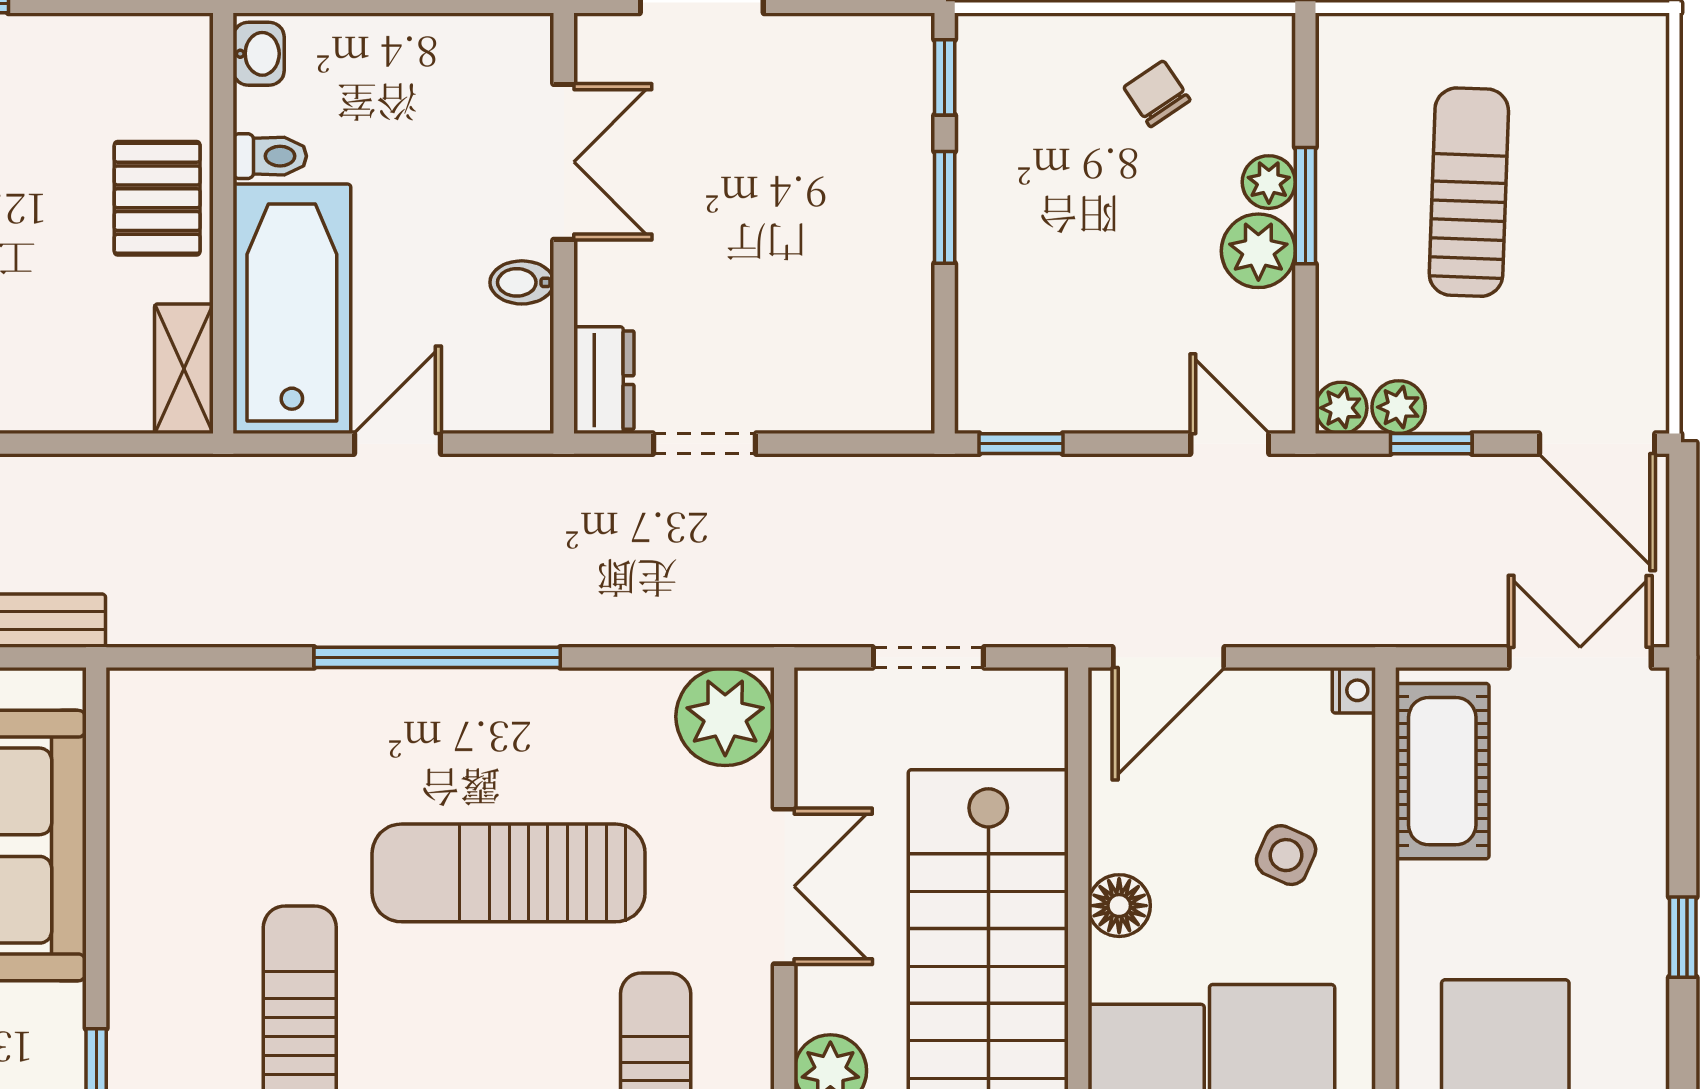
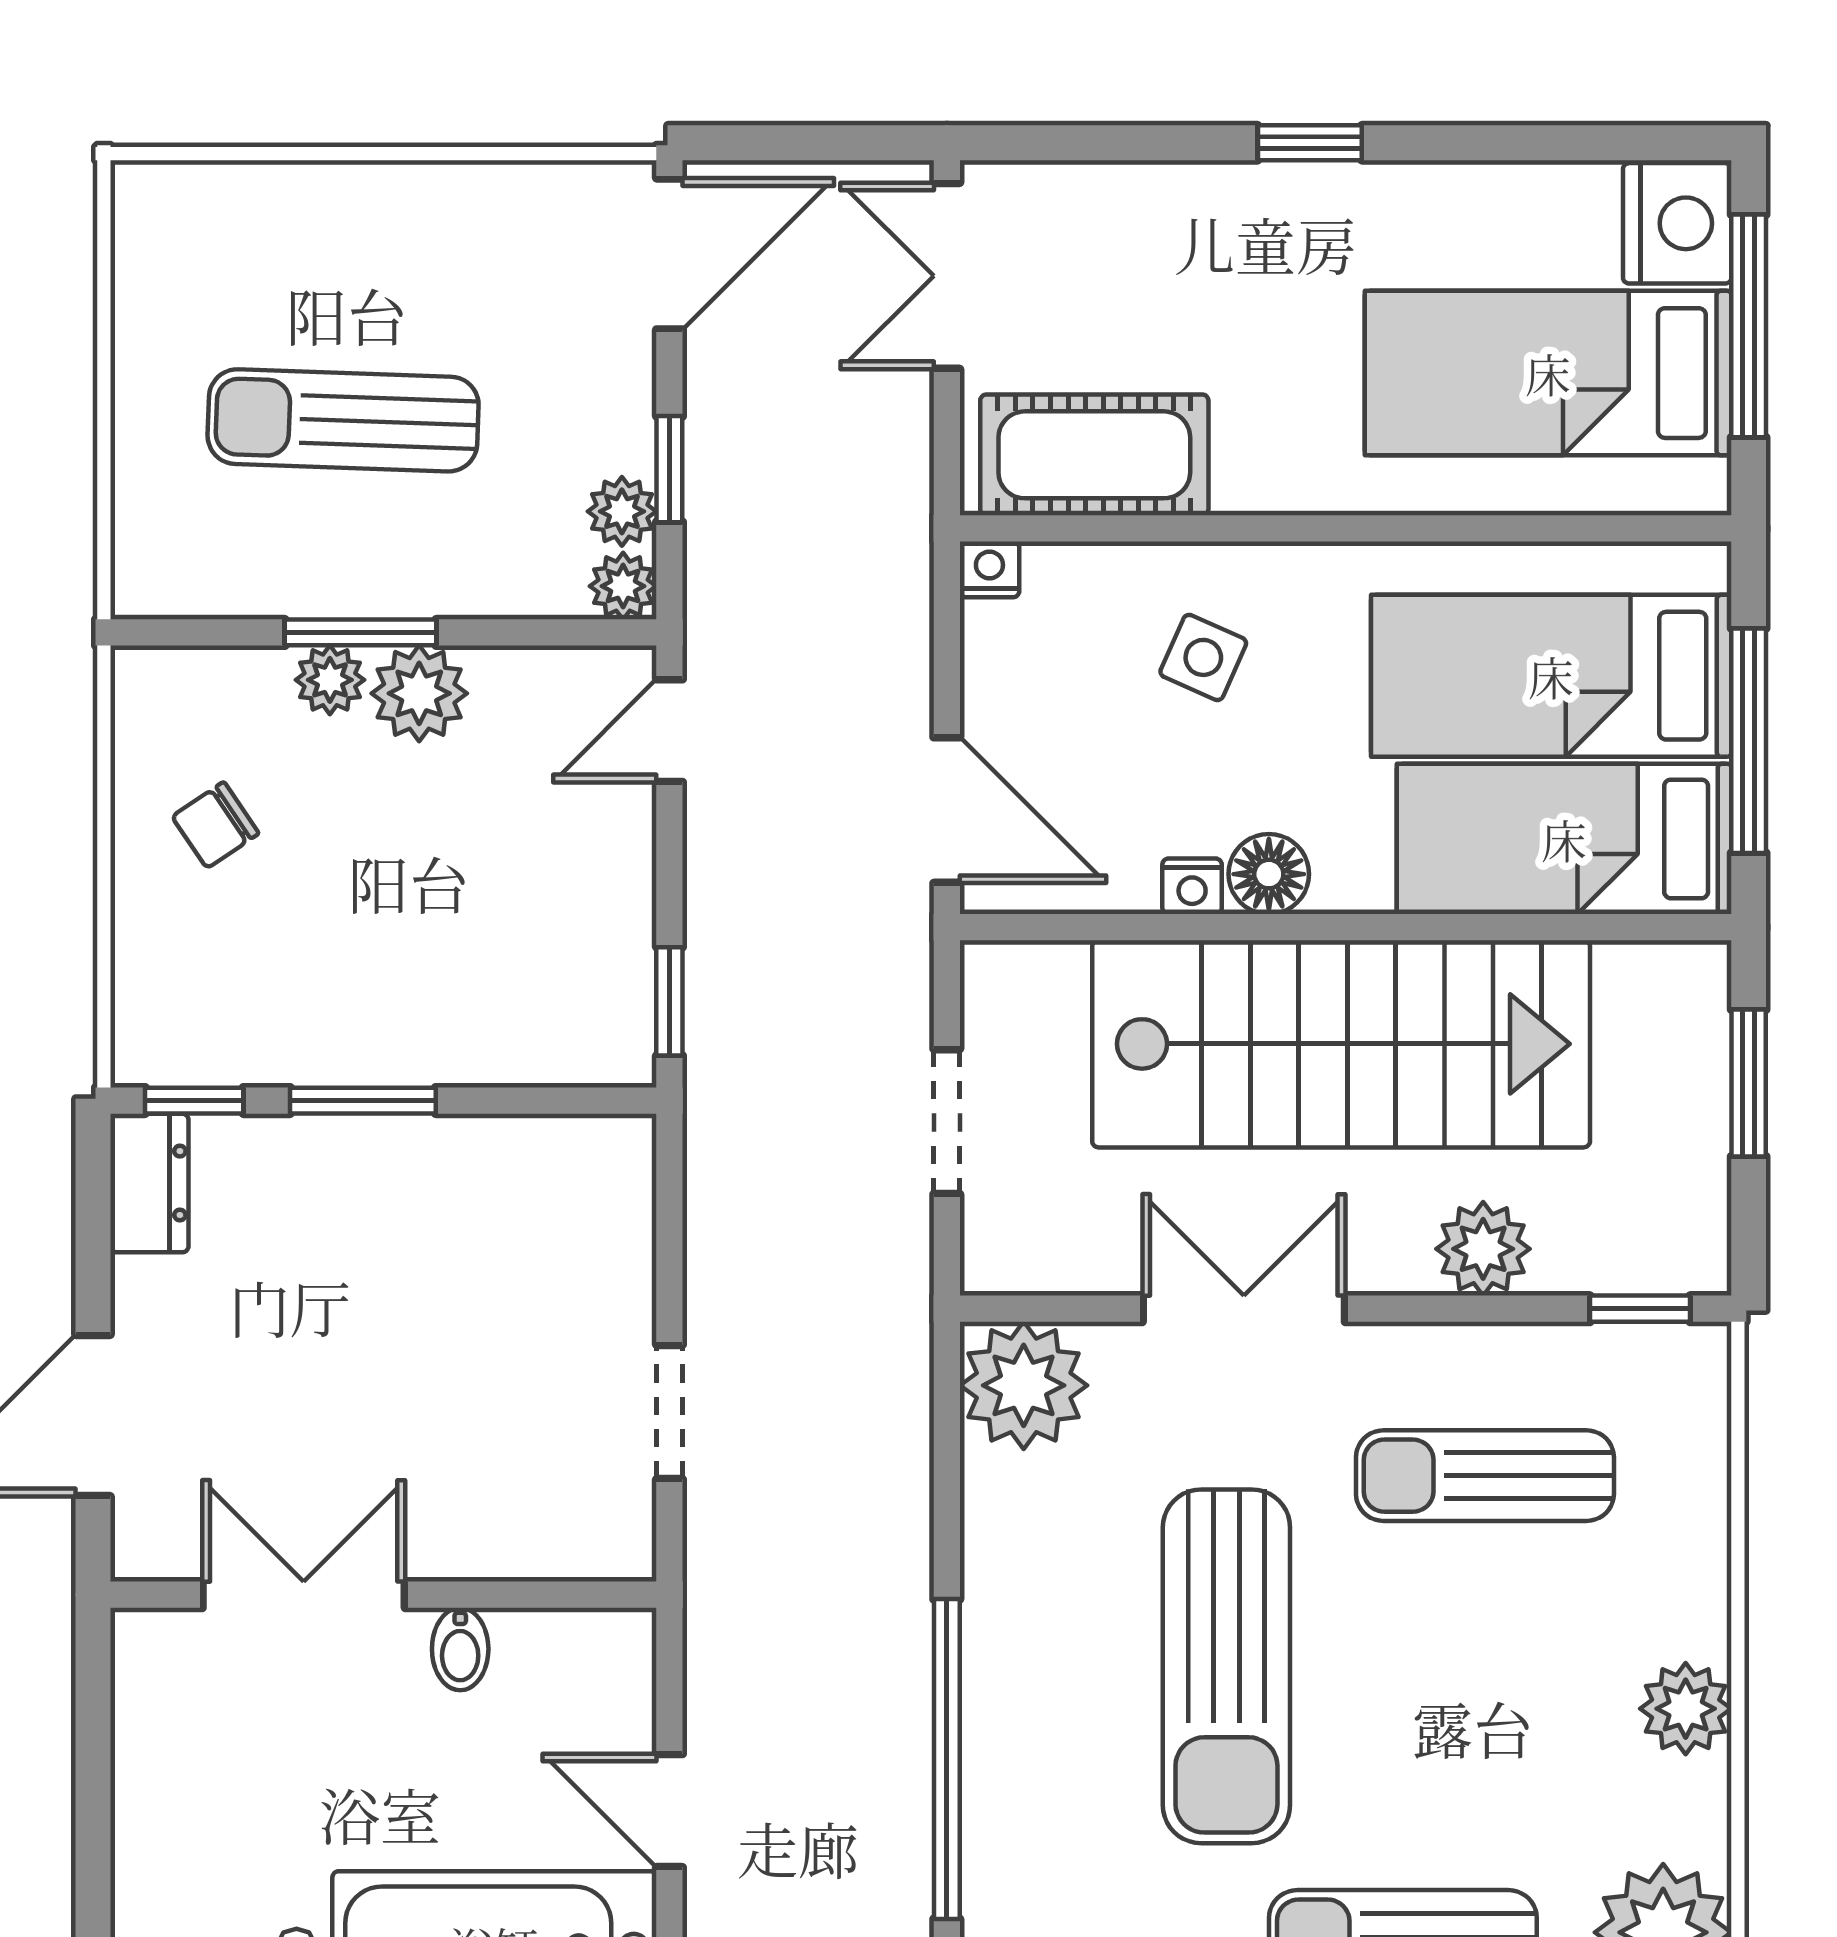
dresser: (604, 380) -> (149, 1183), moved, turned 90
nightstand: (1110, 846) -> (1192, 886), added

